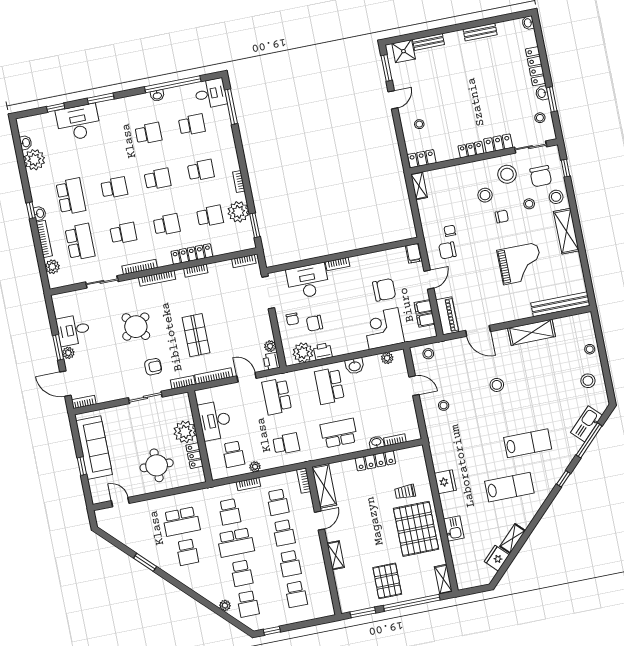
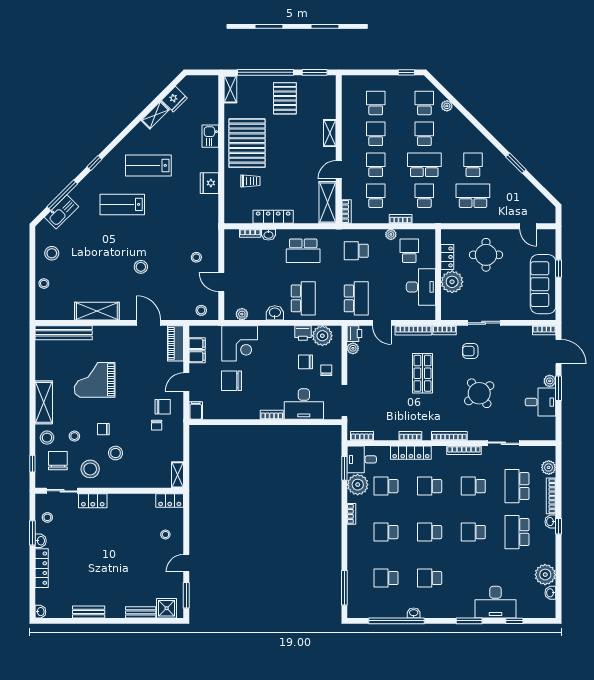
desk: (211, 93) -> (362, 459), moved
locker: (471, 150) -> (120, 500), removed
chair: (314, 323) -> (305, 362), turned 180

